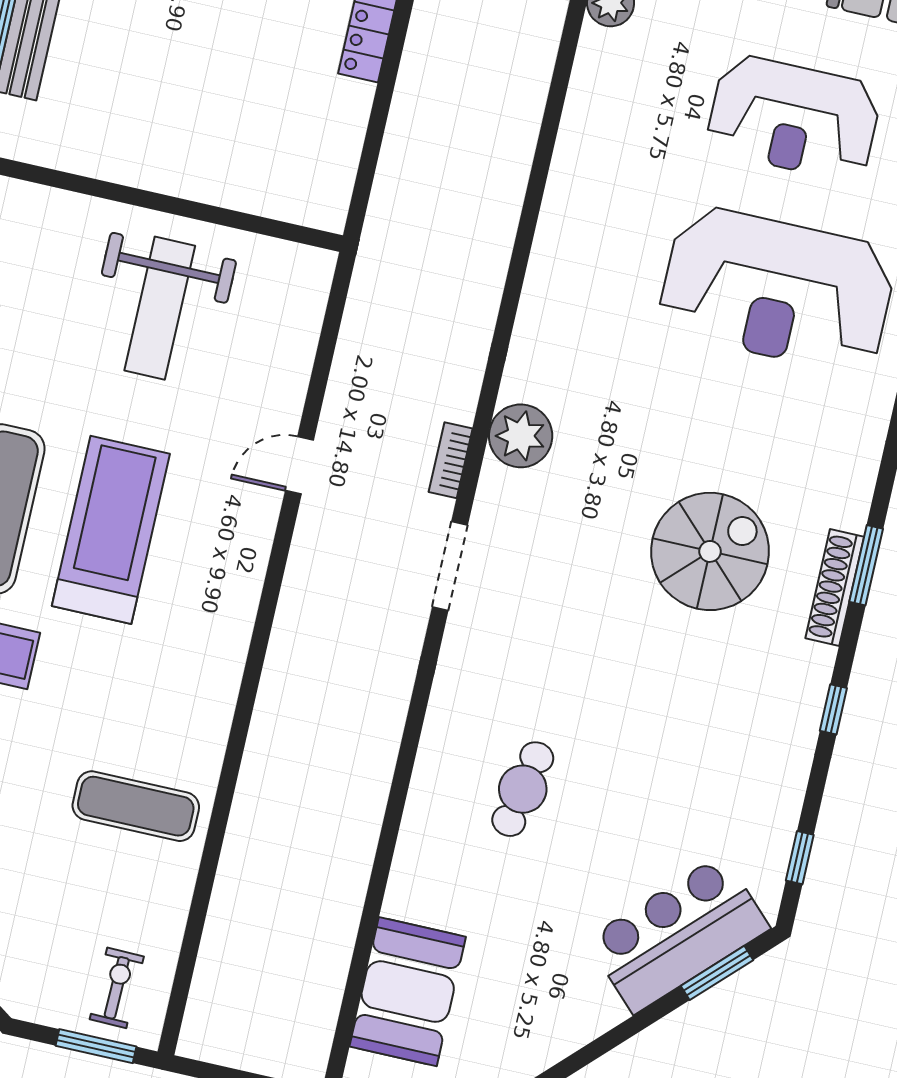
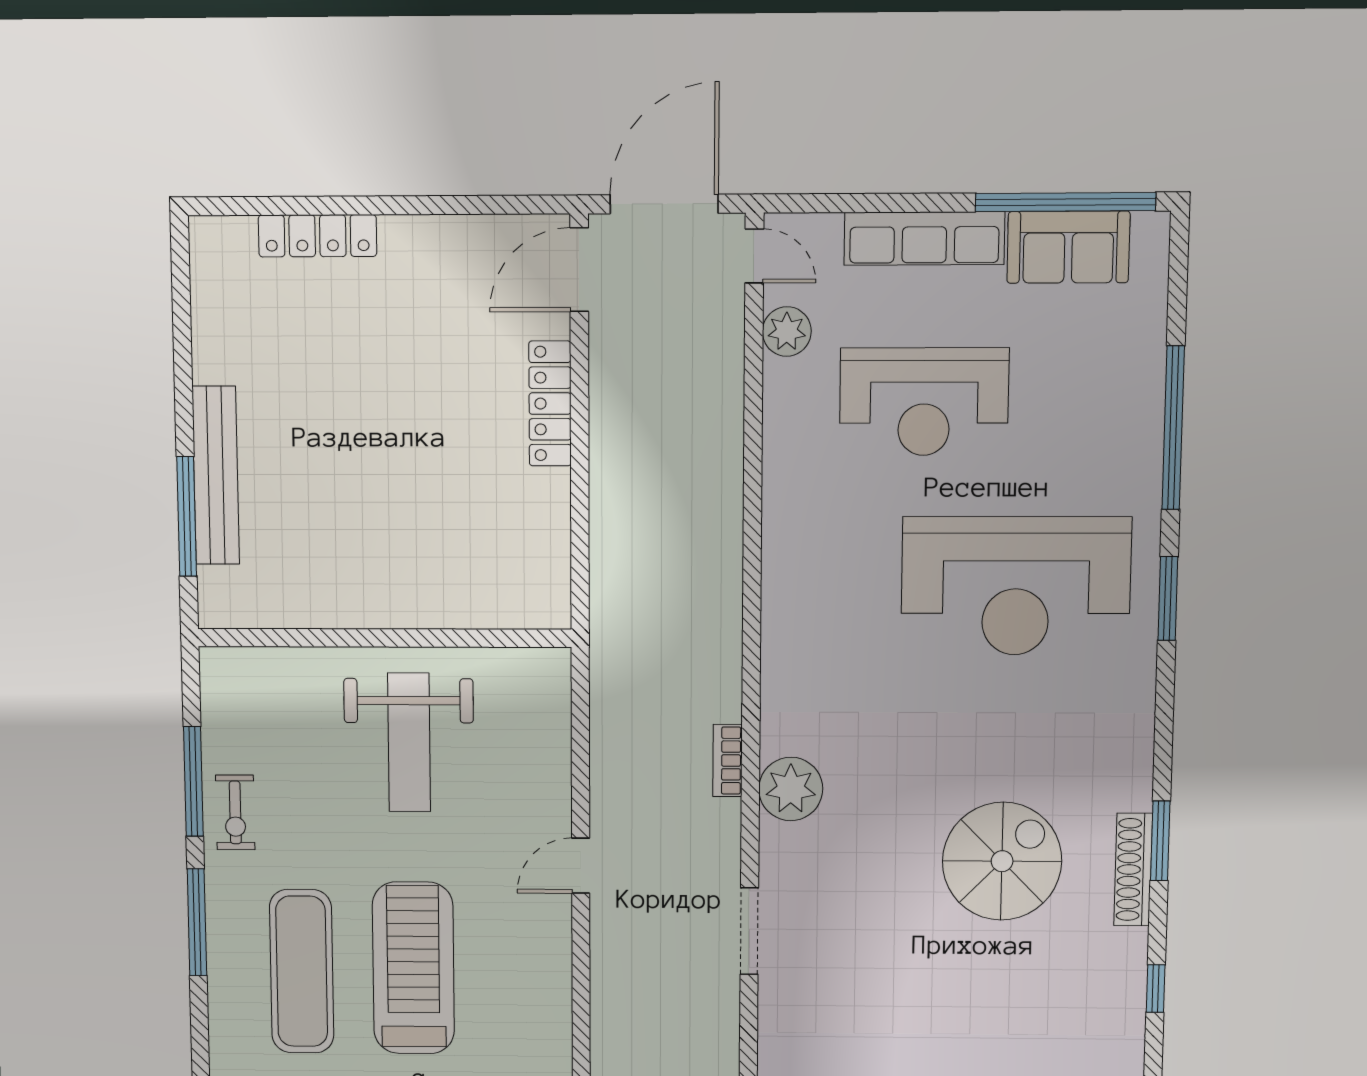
reception desk: (794, 118) -> (924, 402), moved
bookcase: (451, 460) -> (728, 760), moved

